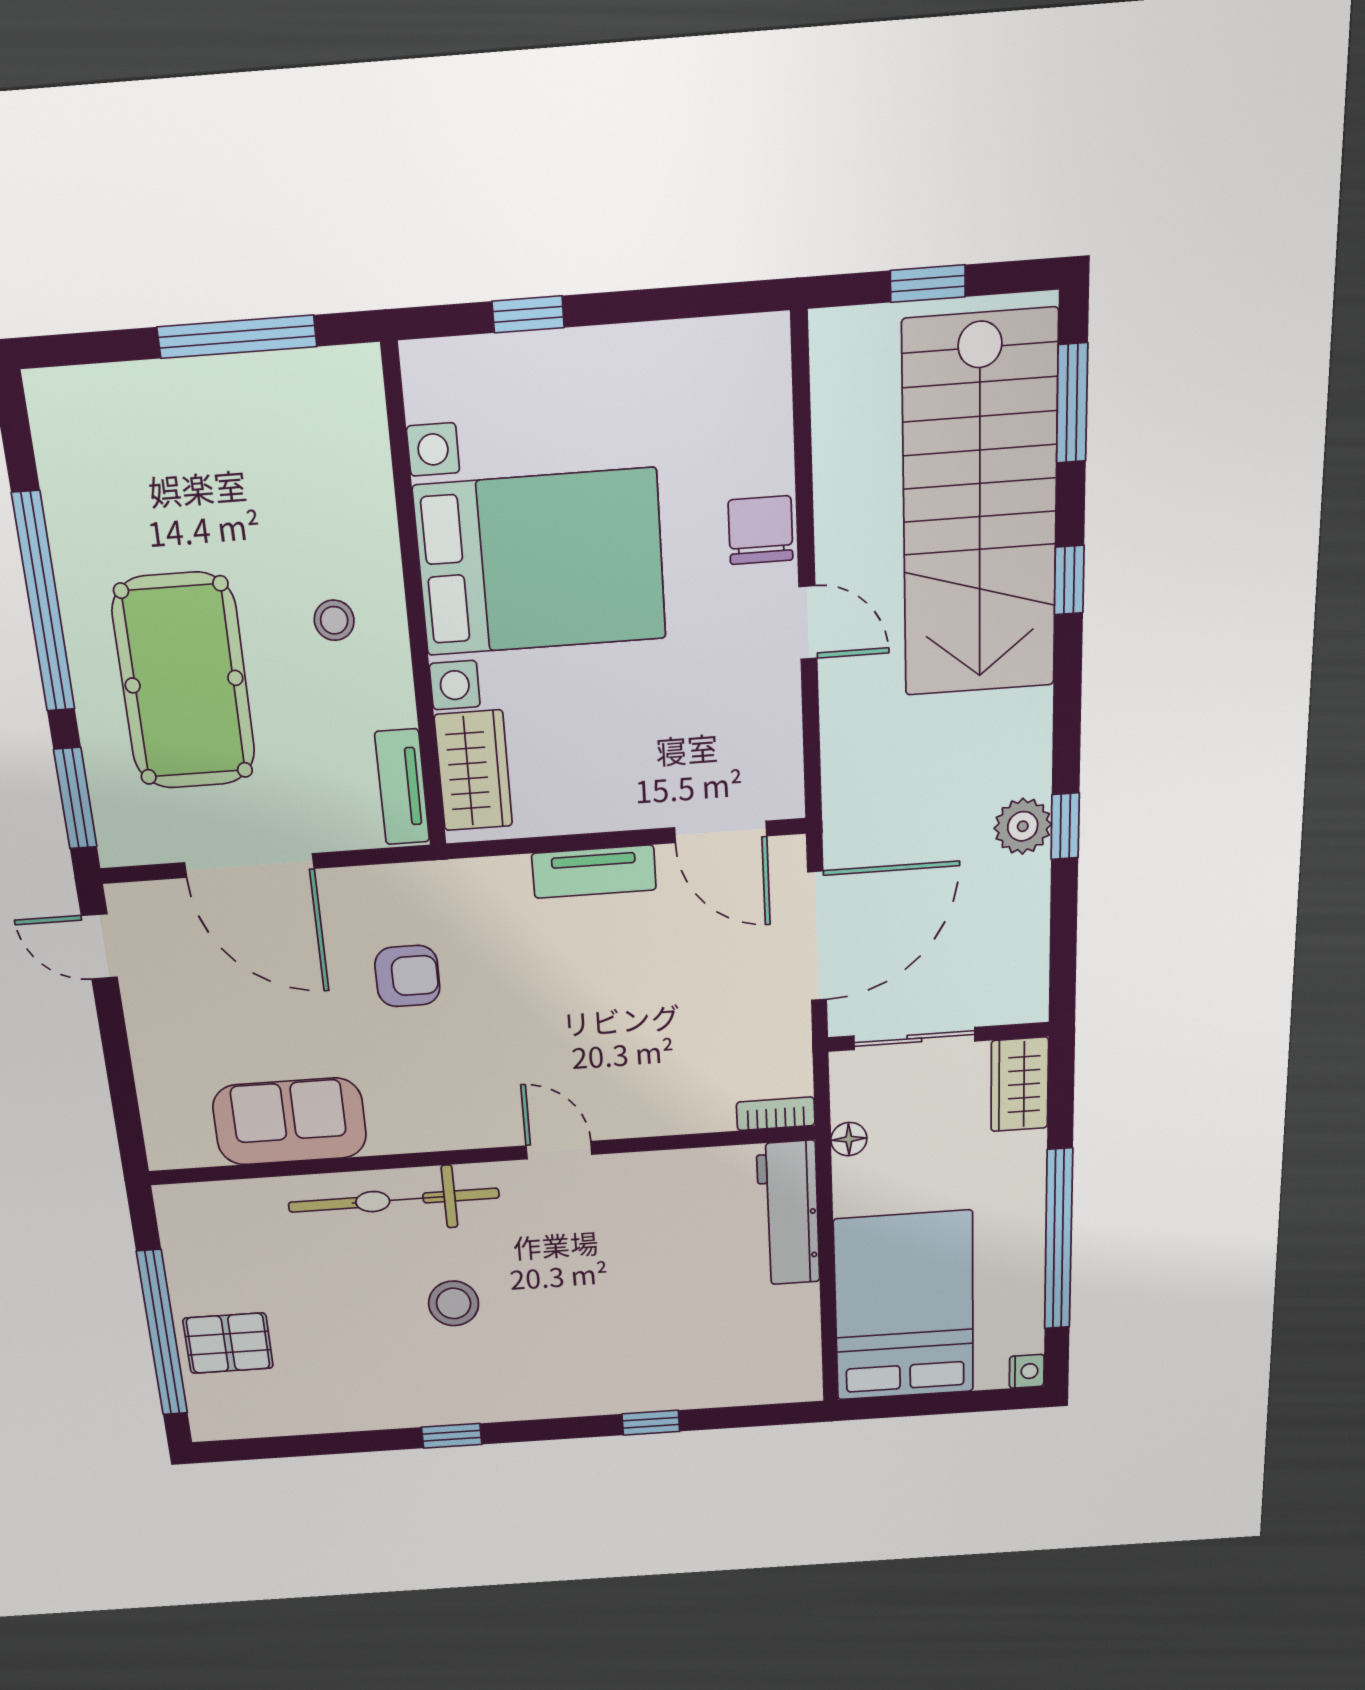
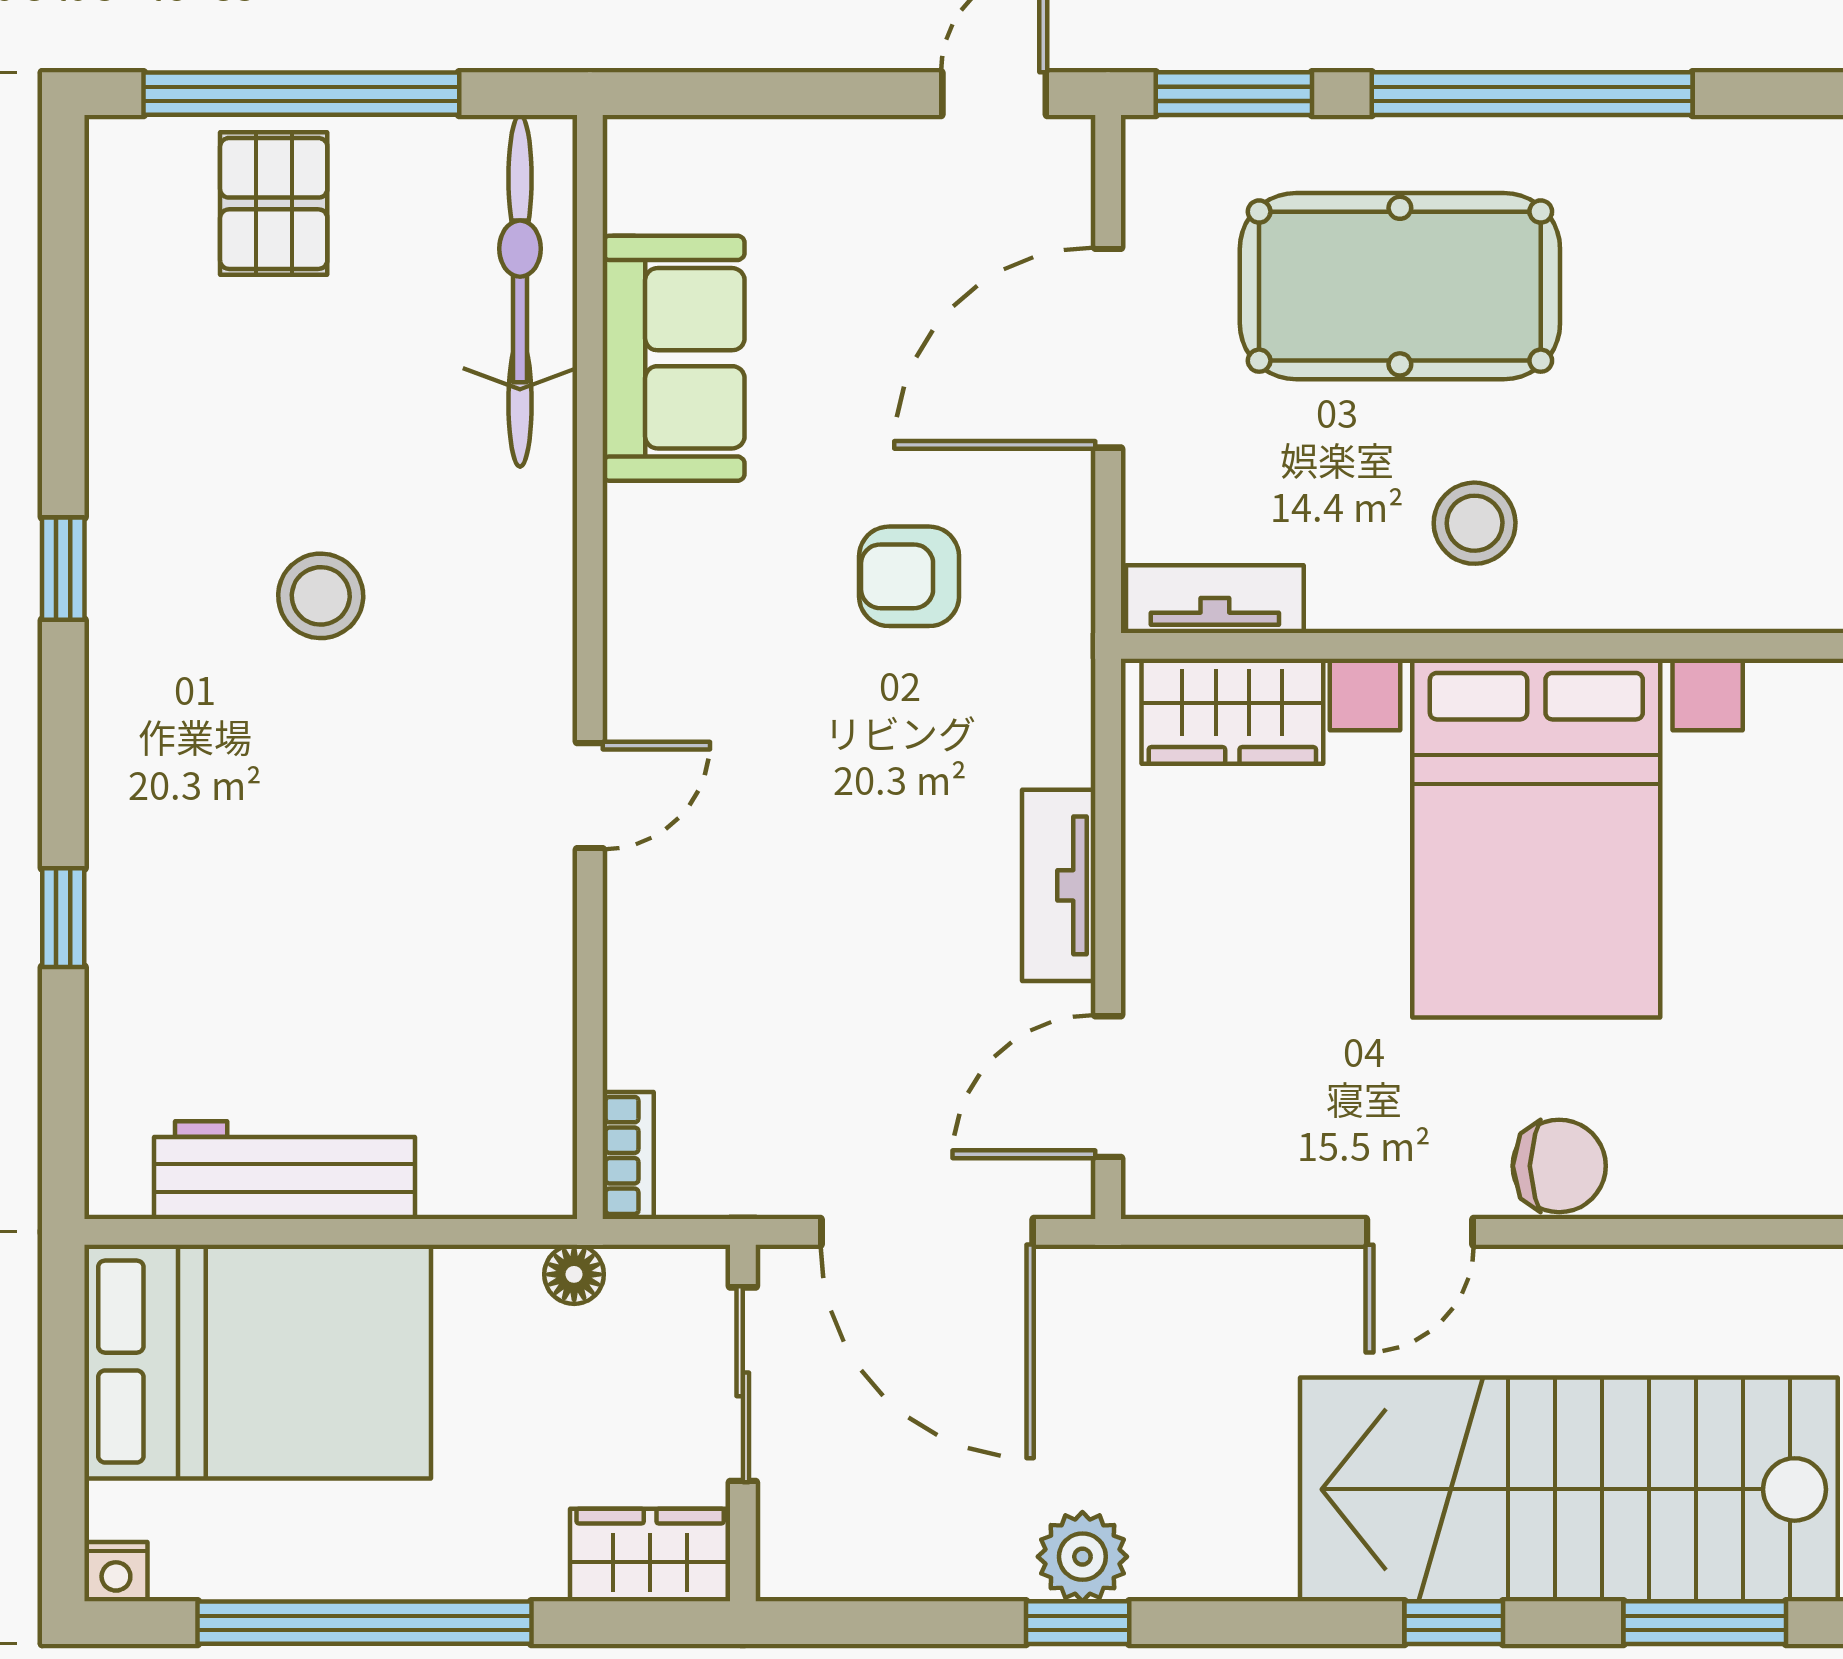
stool: (334, 620) -> (1475, 523), width x1.37, depth x1.37
armchair: (407, 976) -> (909, 576), turned 90
bicycle: (394, 1200) -> (520, 291), moved
workbench: (788, 1213) -> (285, 1170), moved

